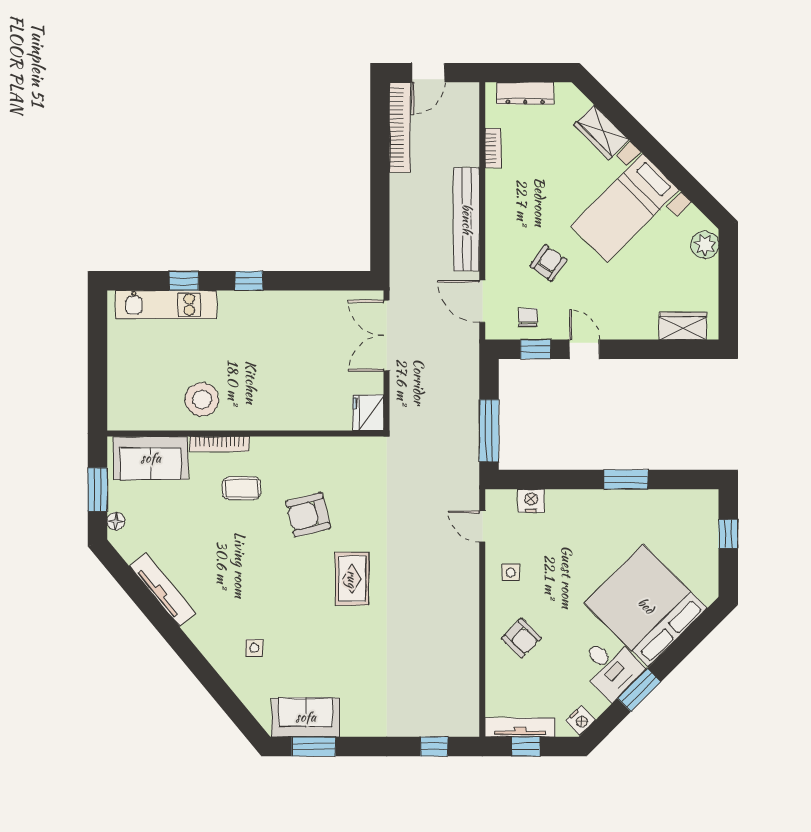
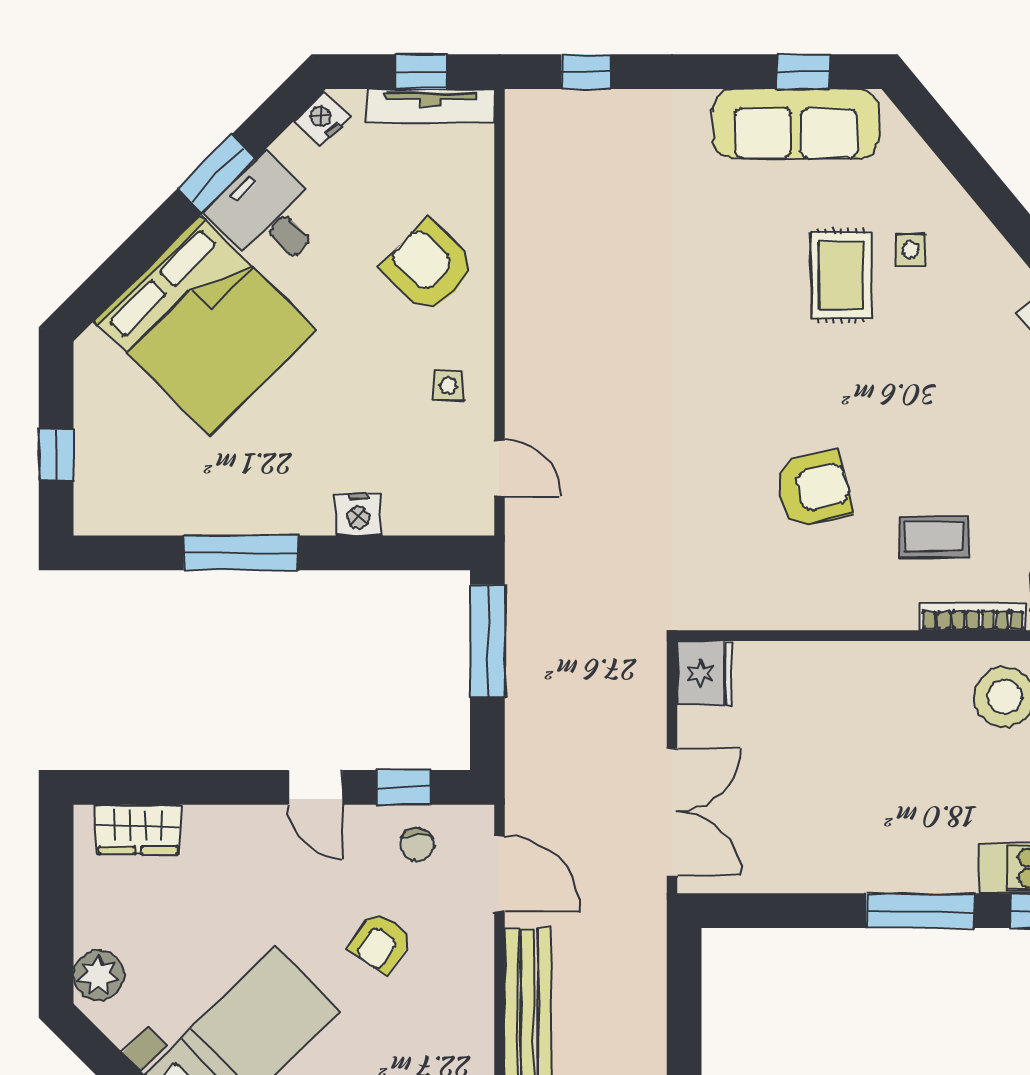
window: (249, 281) -> (920, 911), width x2.17
window: (626, 479) -> (241, 553), width x1.44
nightstand: (531, 501) -> (358, 514), moved
rug: (352, 579) -> (841, 275), moved
armchair: (521, 638) -> (429, 267), width x1.38, depth x1.38
sofa: (306, 717) -> (796, 124), width x1.36
window: (314, 746) -> (803, 72), width x0.67

